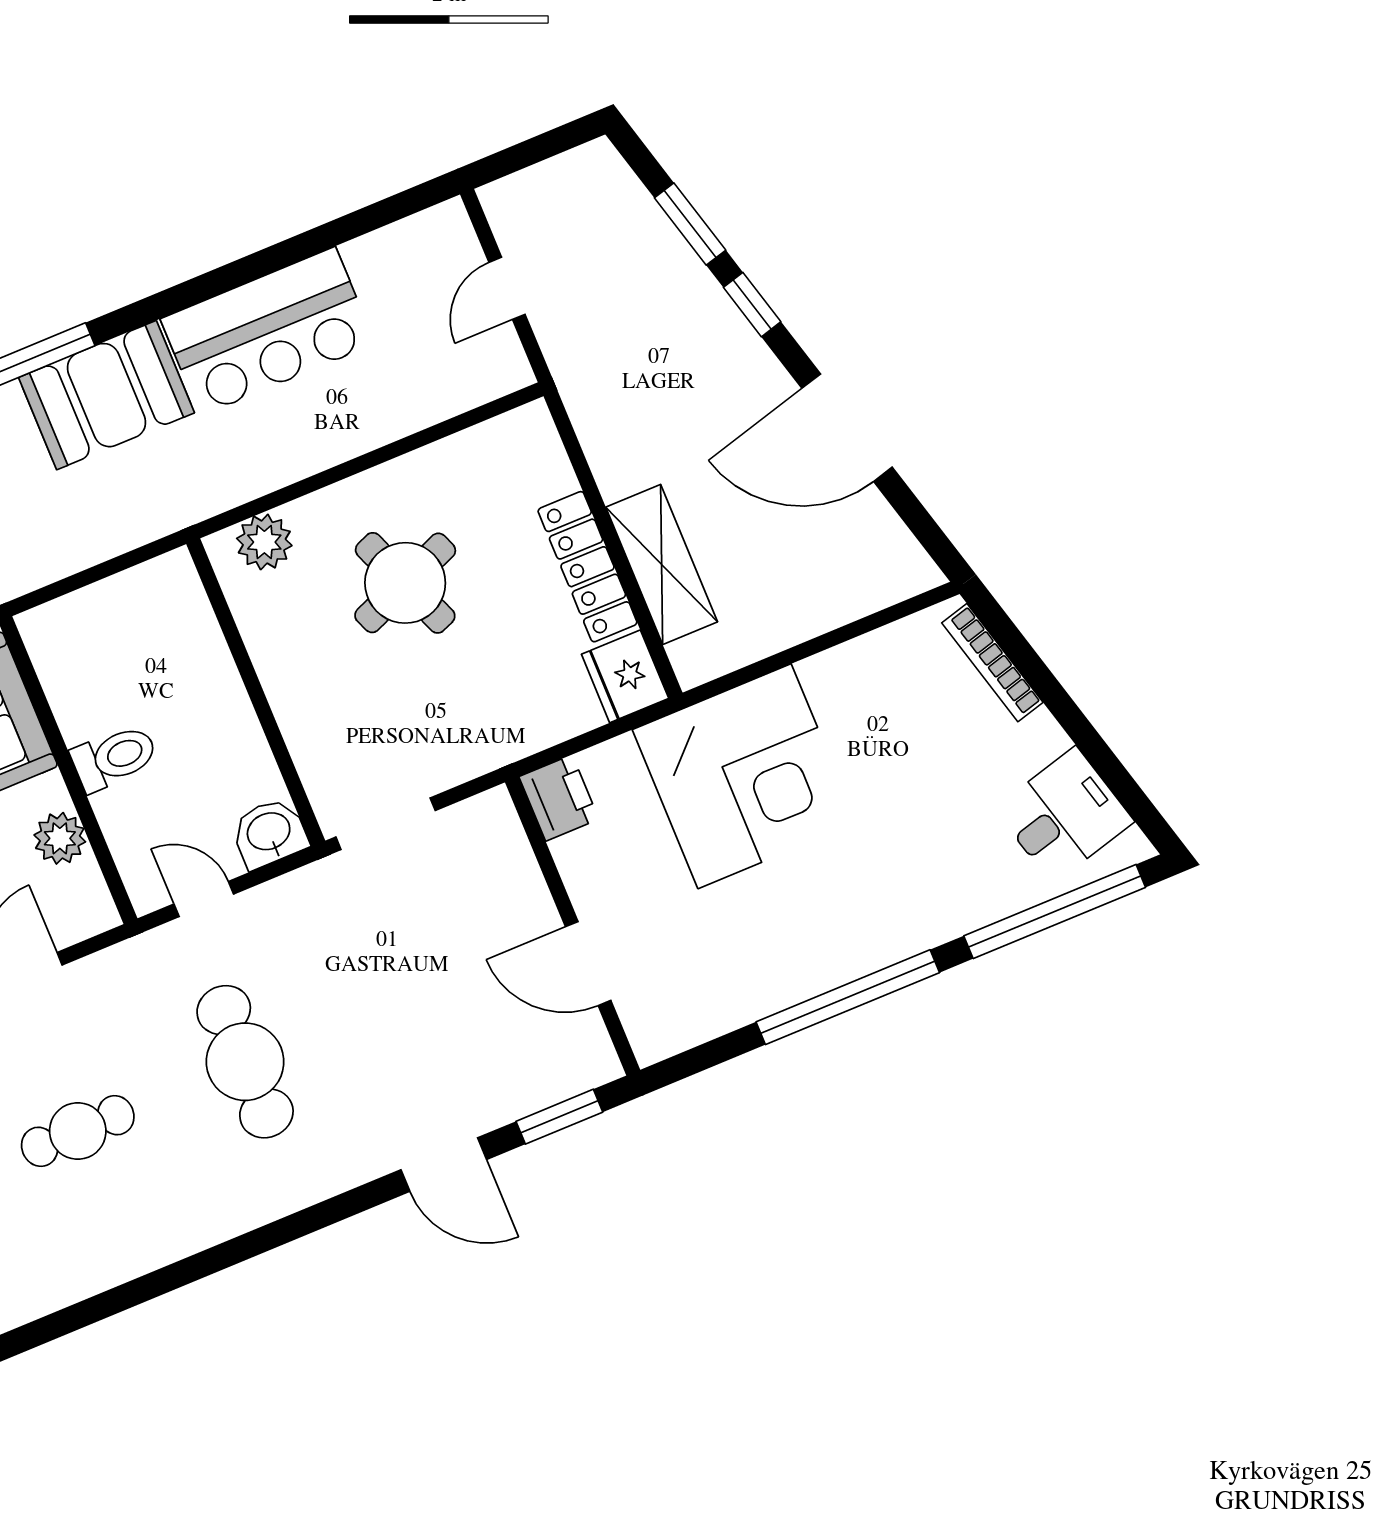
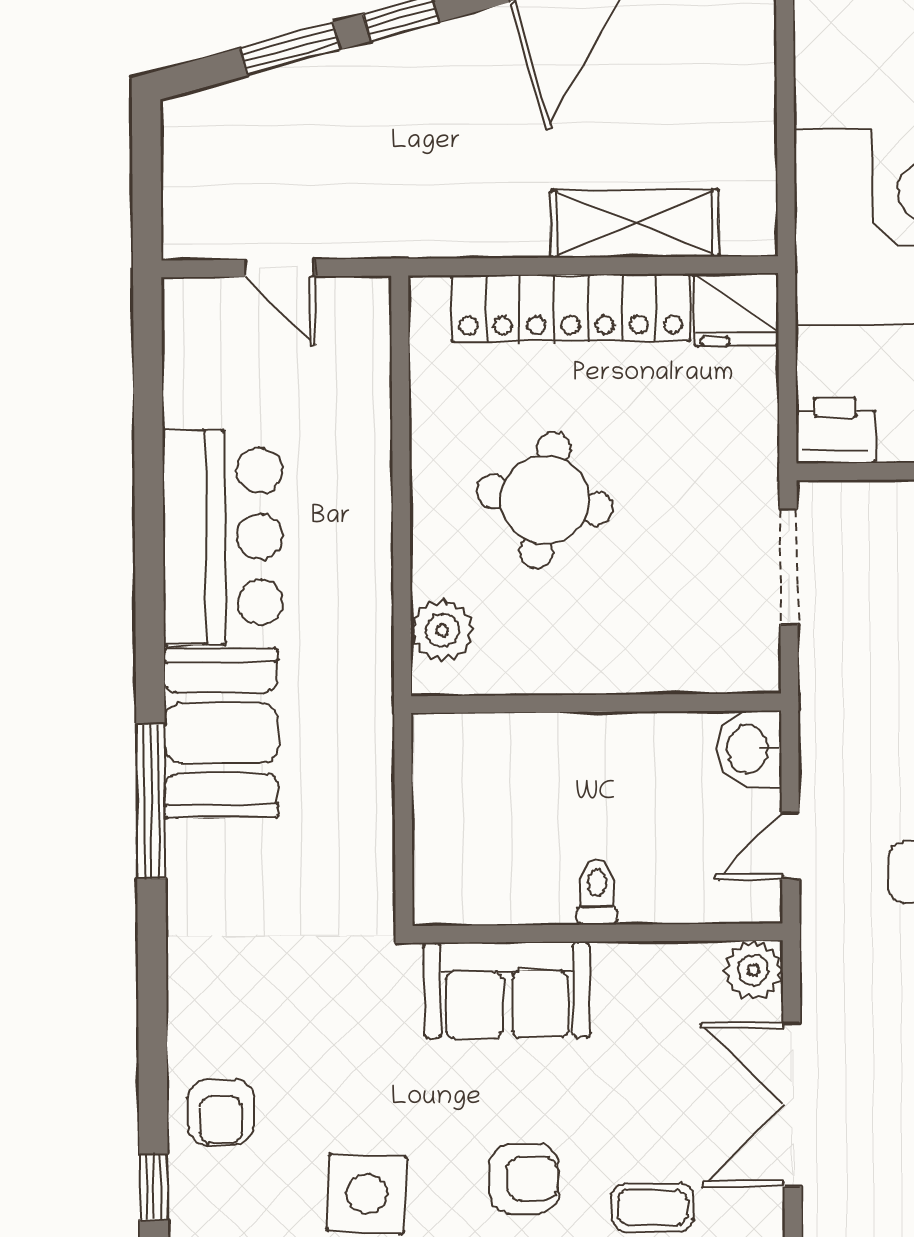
locker: (587, 567) -> (571, 308), width x1.41, depth x1.21
round table: (405, 583) -> (545, 500), turned 32
toilet: (114, 758) -> (597, 892), width x0.73, depth x0.72
doorway: (386, 824) -> (789, 567), moved
plant: (60, 838) -> (753, 970), moved

